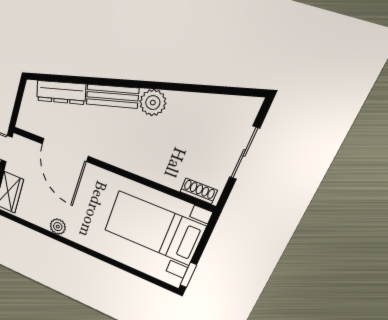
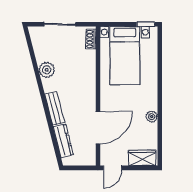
plant: (153, 103) -> (47, 70), moved

